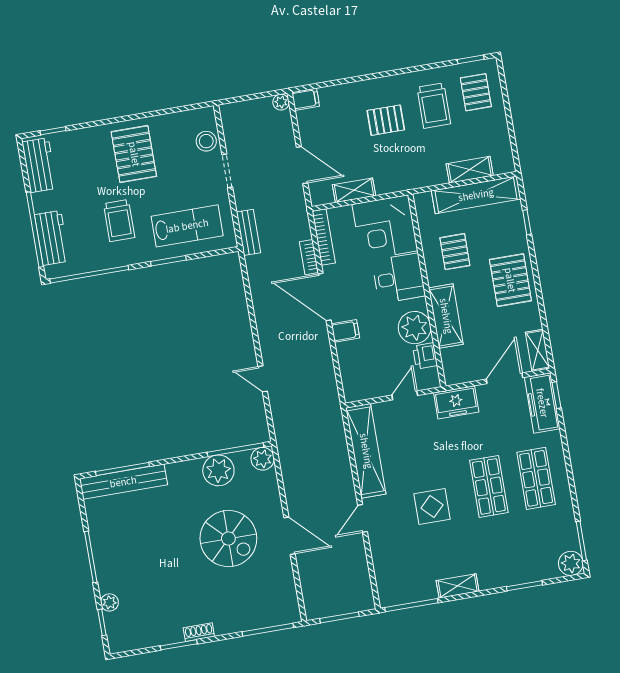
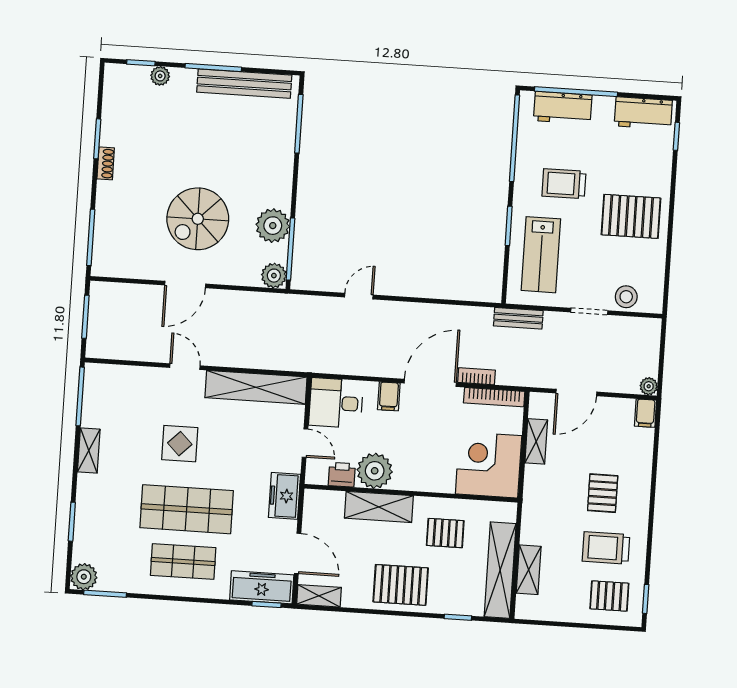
desk: (399, 278) -> (336, 403), moved, turned 90
bench: (123, 482) -> (244, 84), moved, turned 90
shop shelf: (489, 486) -> (187, 509), width x1.43, depth x1.36

